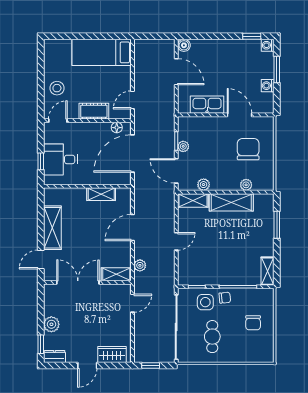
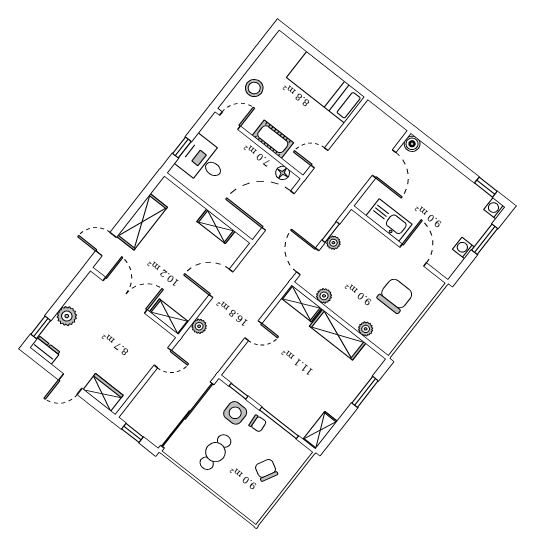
chair: (253, 323) -> (266, 470), turned 118

